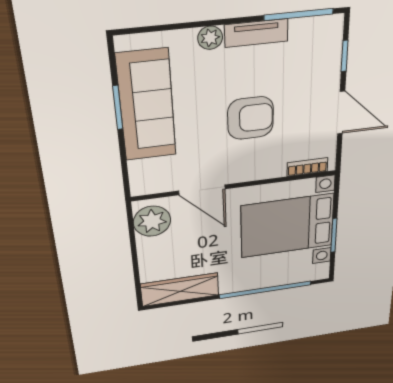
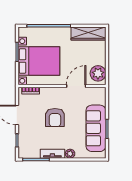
armchair: (251, 118) -> (55, 117), turned -90
door: (202, 190) -> (76, 86), hinge flipped

